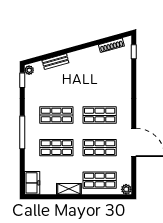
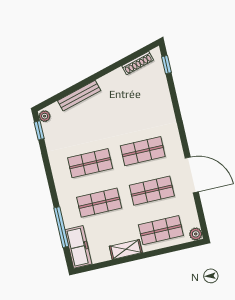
bench: (55, 62) -> (79, 96), width x1.36
window: (22, 132) -> (61, 227), moved
freezer: (32, 183) -> (78, 247), width x1.40

